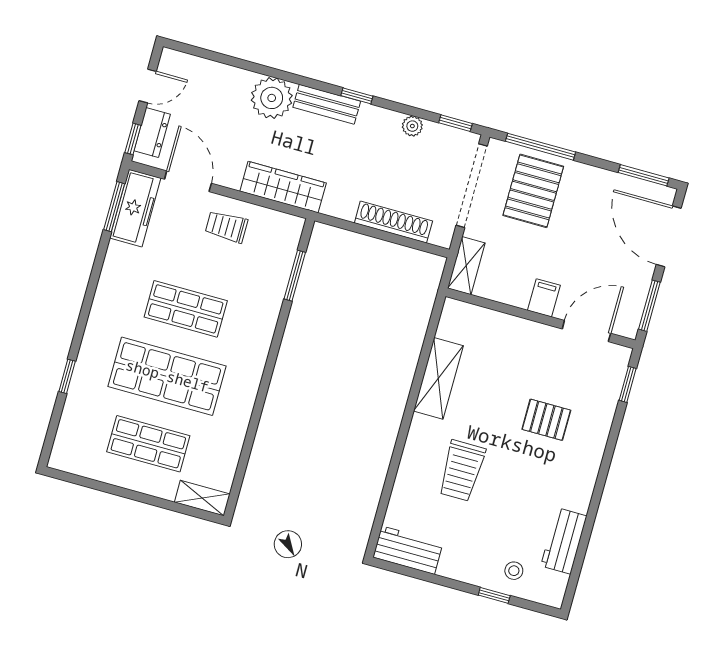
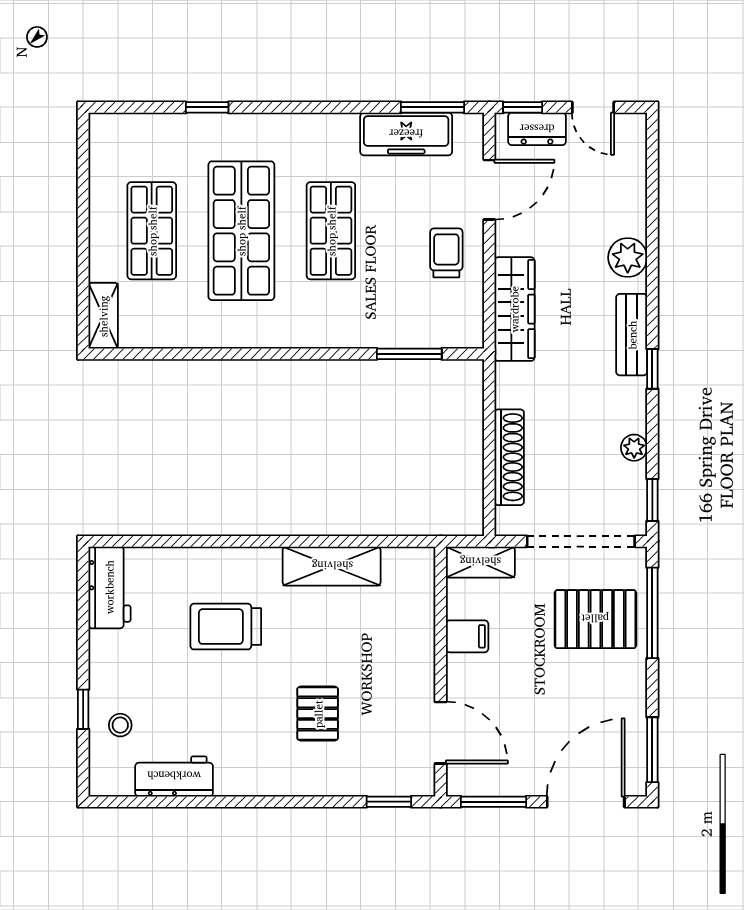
plant: (272, 98) -> (628, 258), width x0.73, depth x0.73
freezer: (135, 208) -> (406, 134), moved
filing cabinet: (544, 298) -> (467, 636), moved

